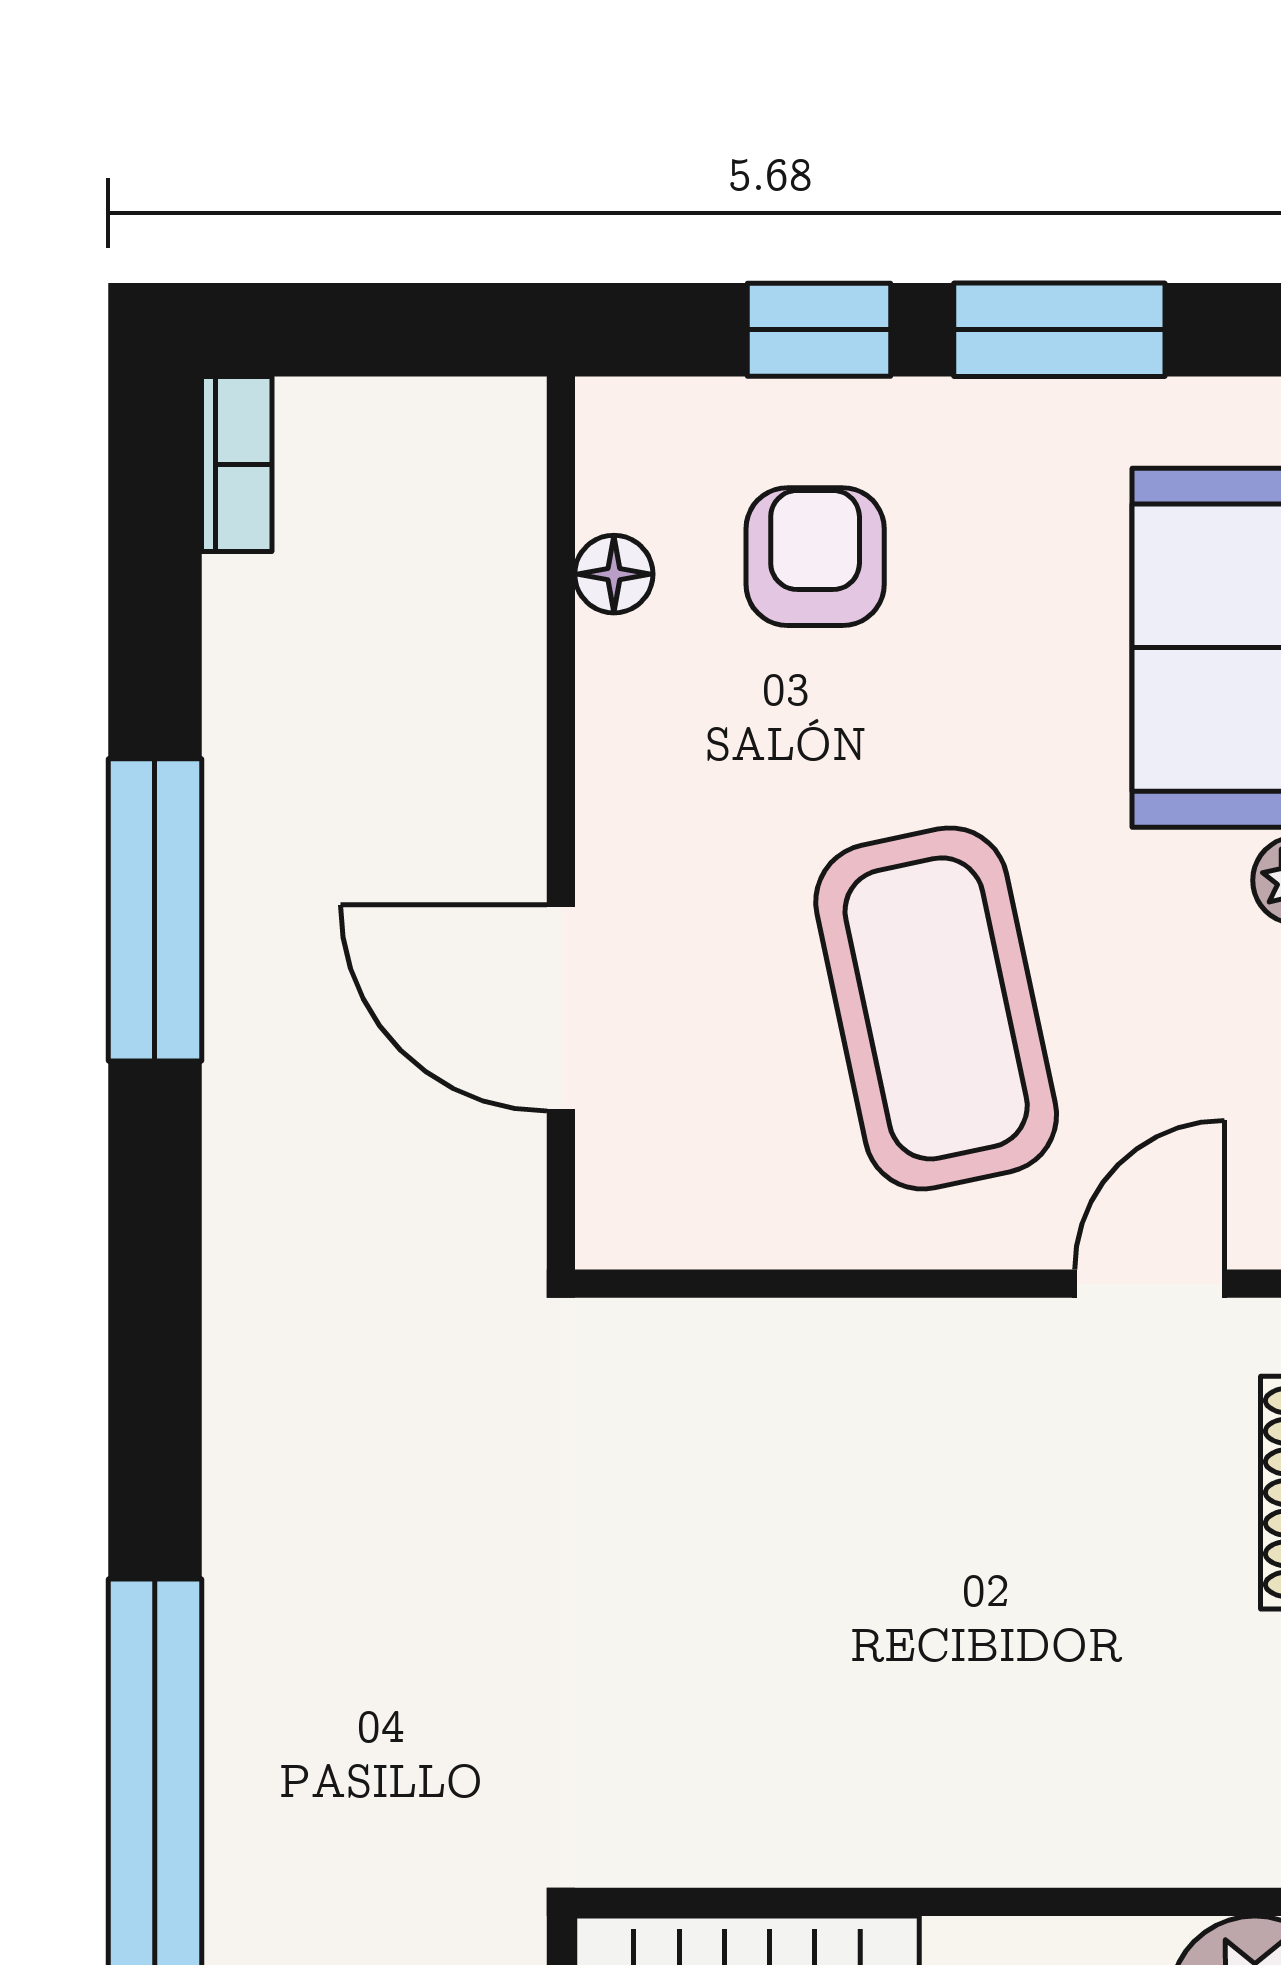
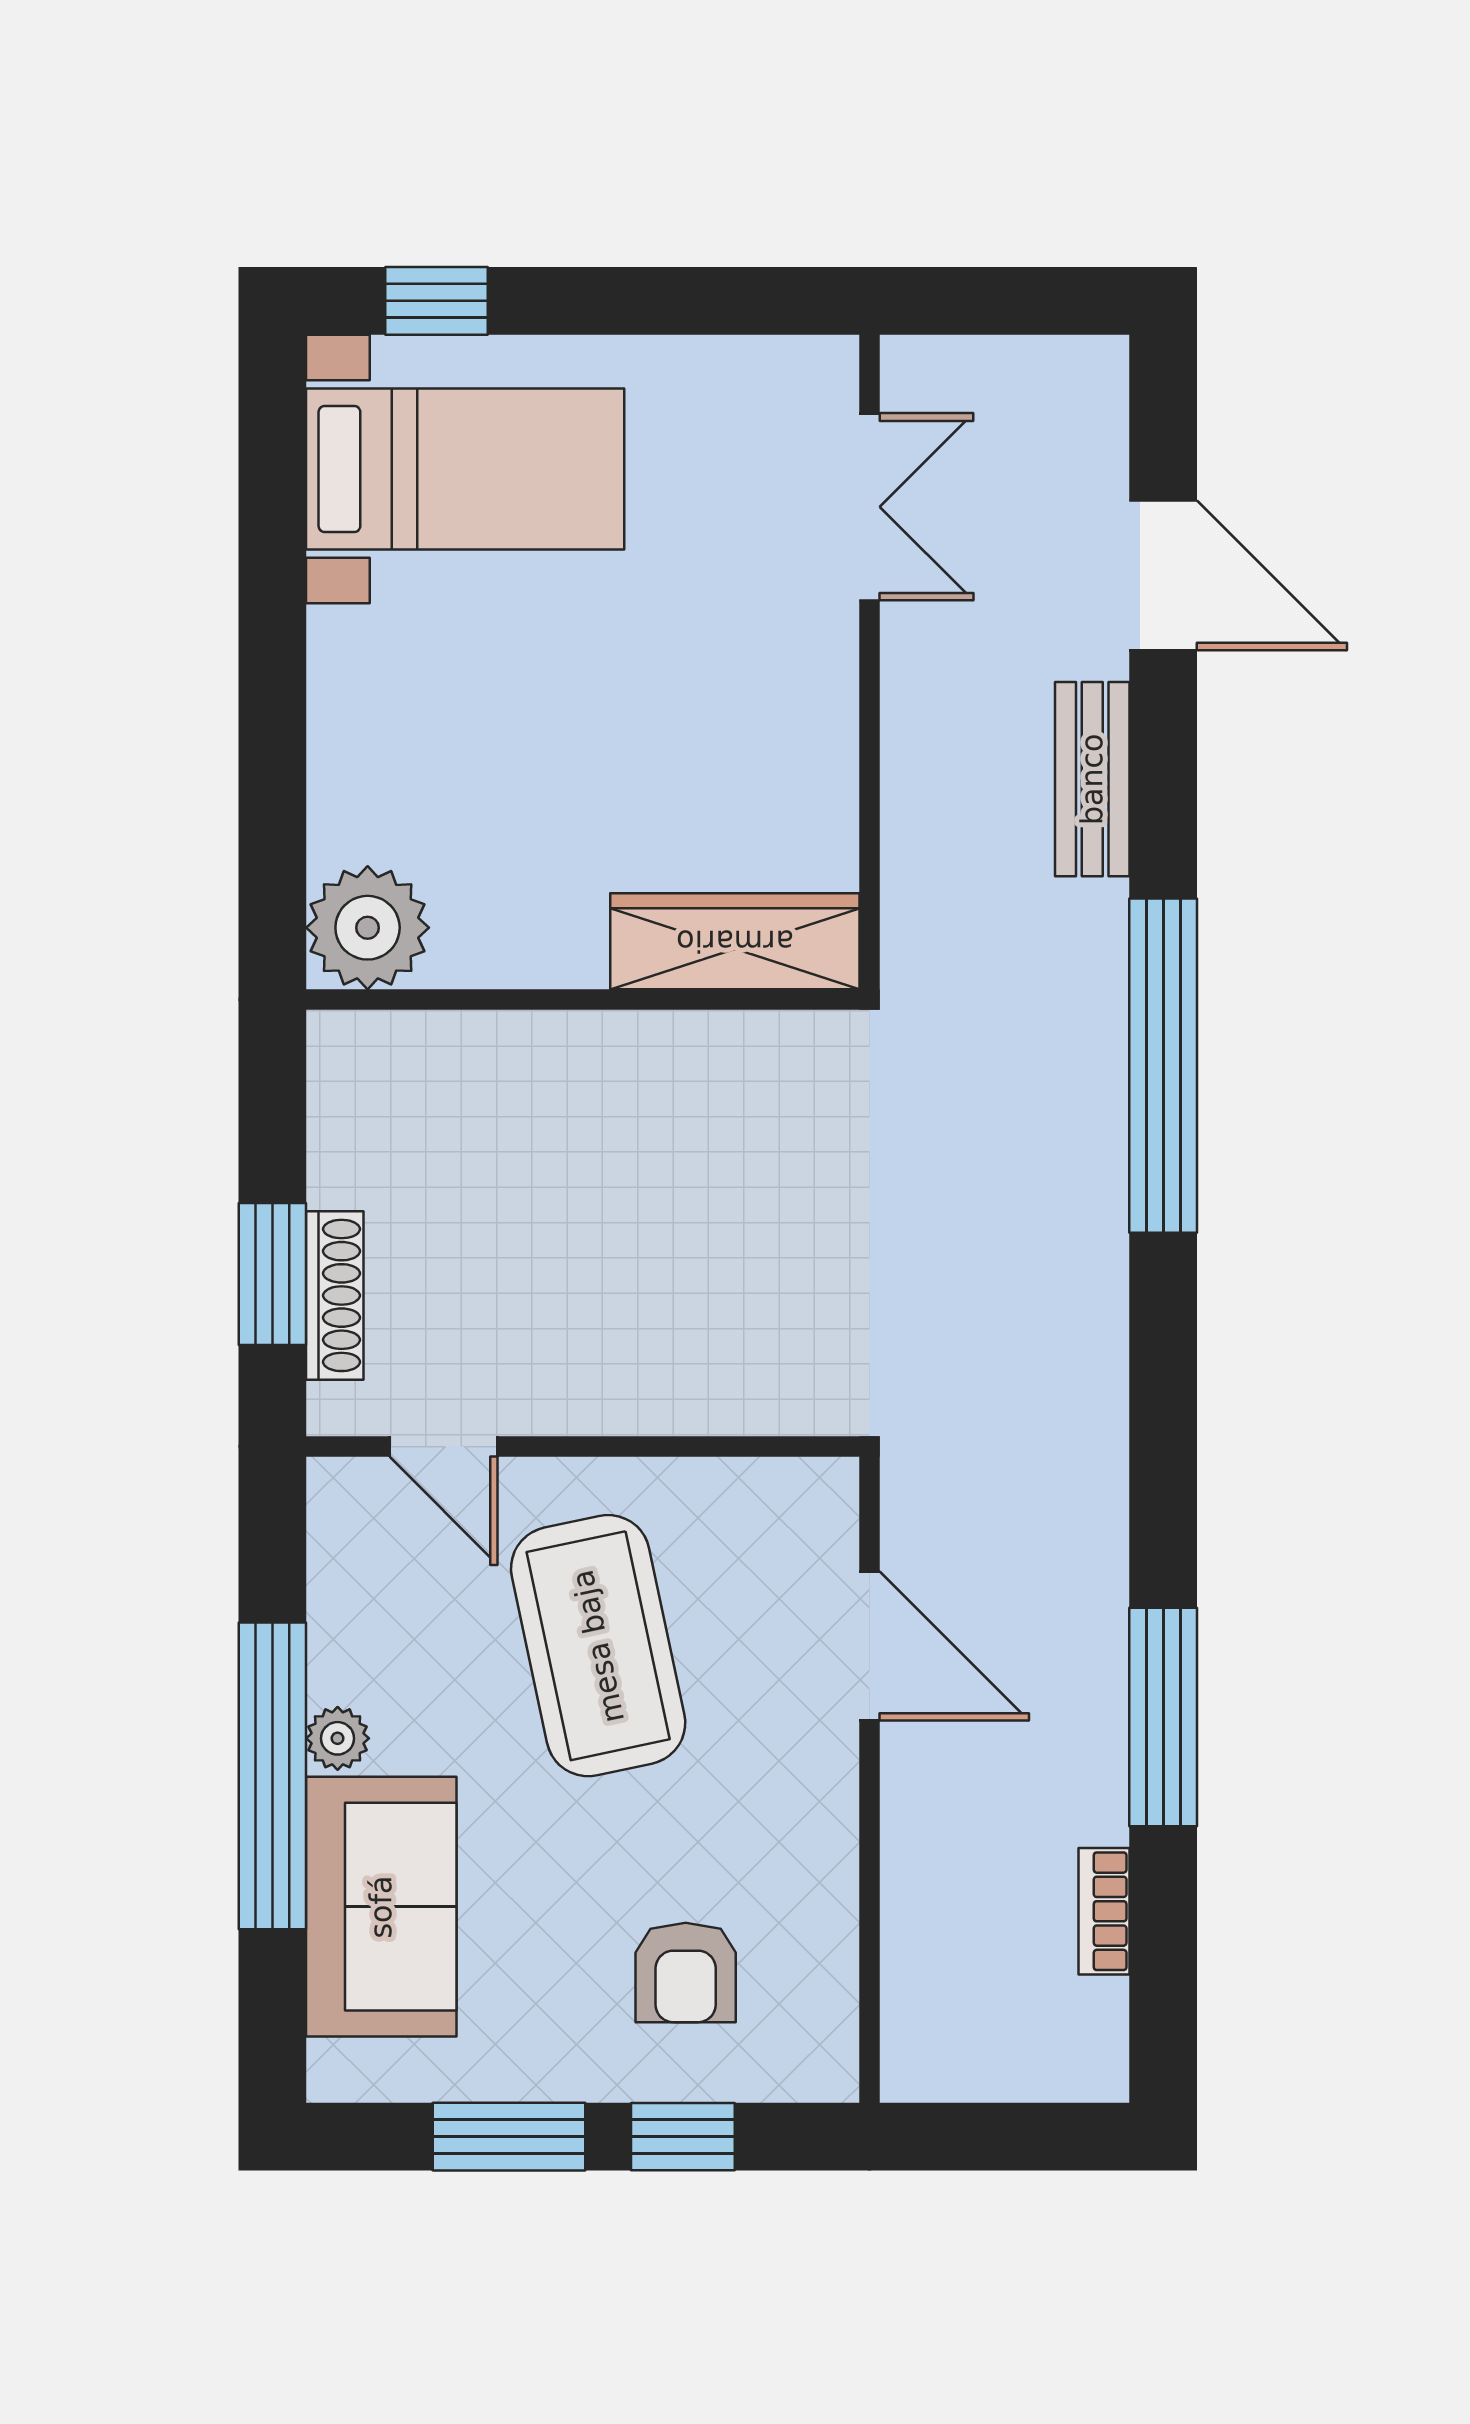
bookcase: (237, 464) -> (1104, 1911), moved
floor lamp: (614, 574) -> (831, 1960), removed
door: (1150, 1284) -> (444, 1447), hinge flipped

